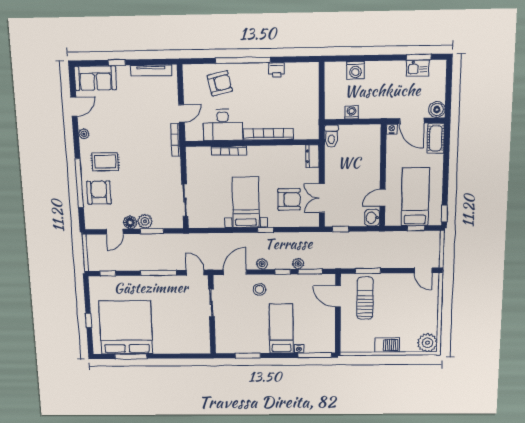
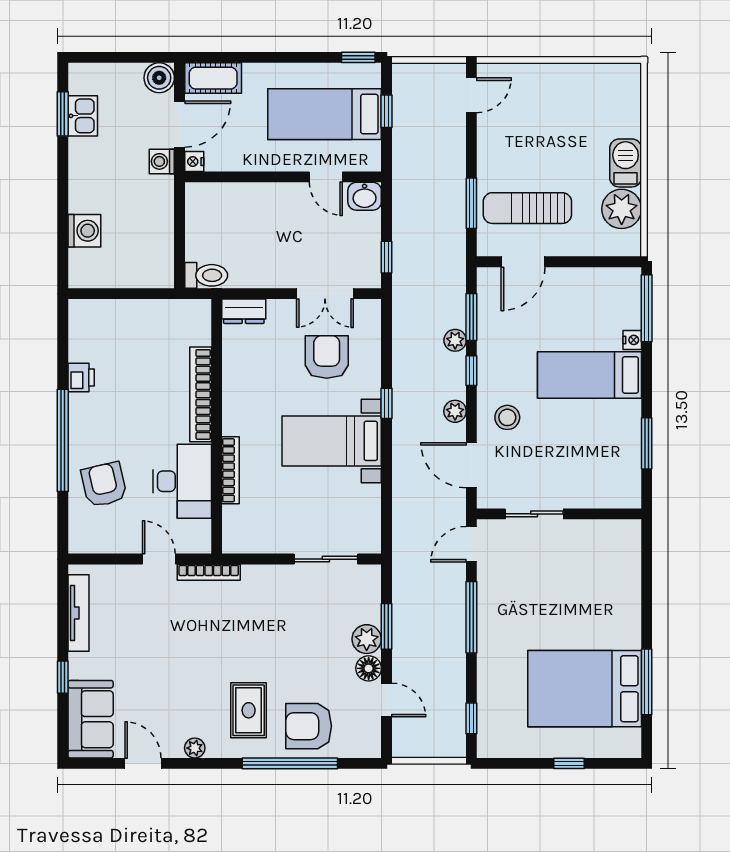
washing machine: (352, 112) -> (162, 161), moved
bed: (126, 327) -> (585, 689), width x0.73
plant: (427, 343) -> (622, 209), moved

